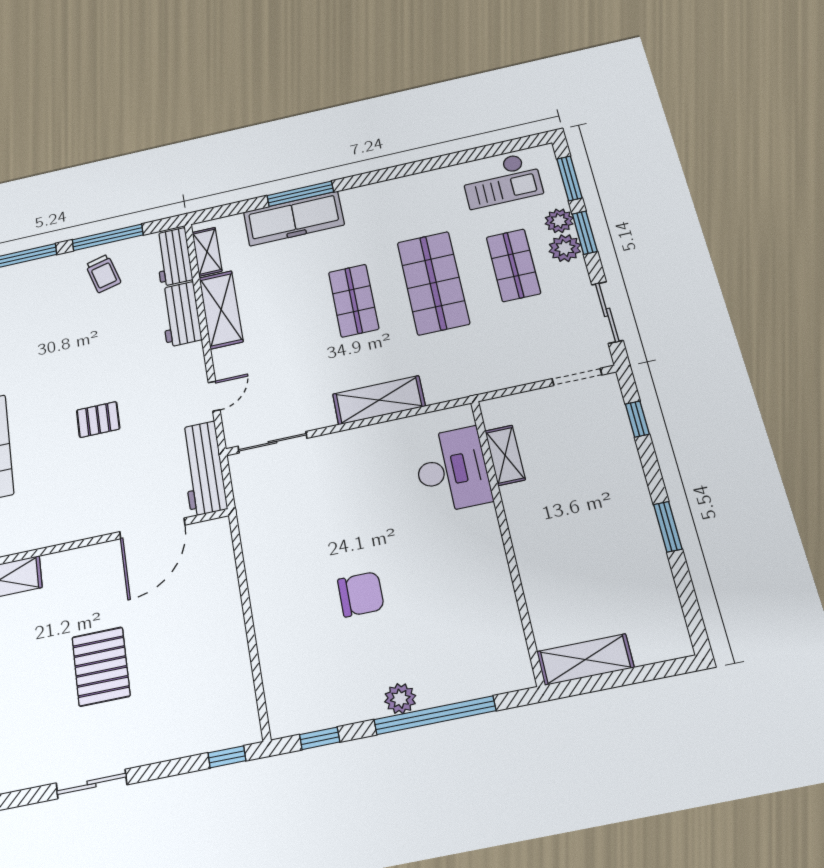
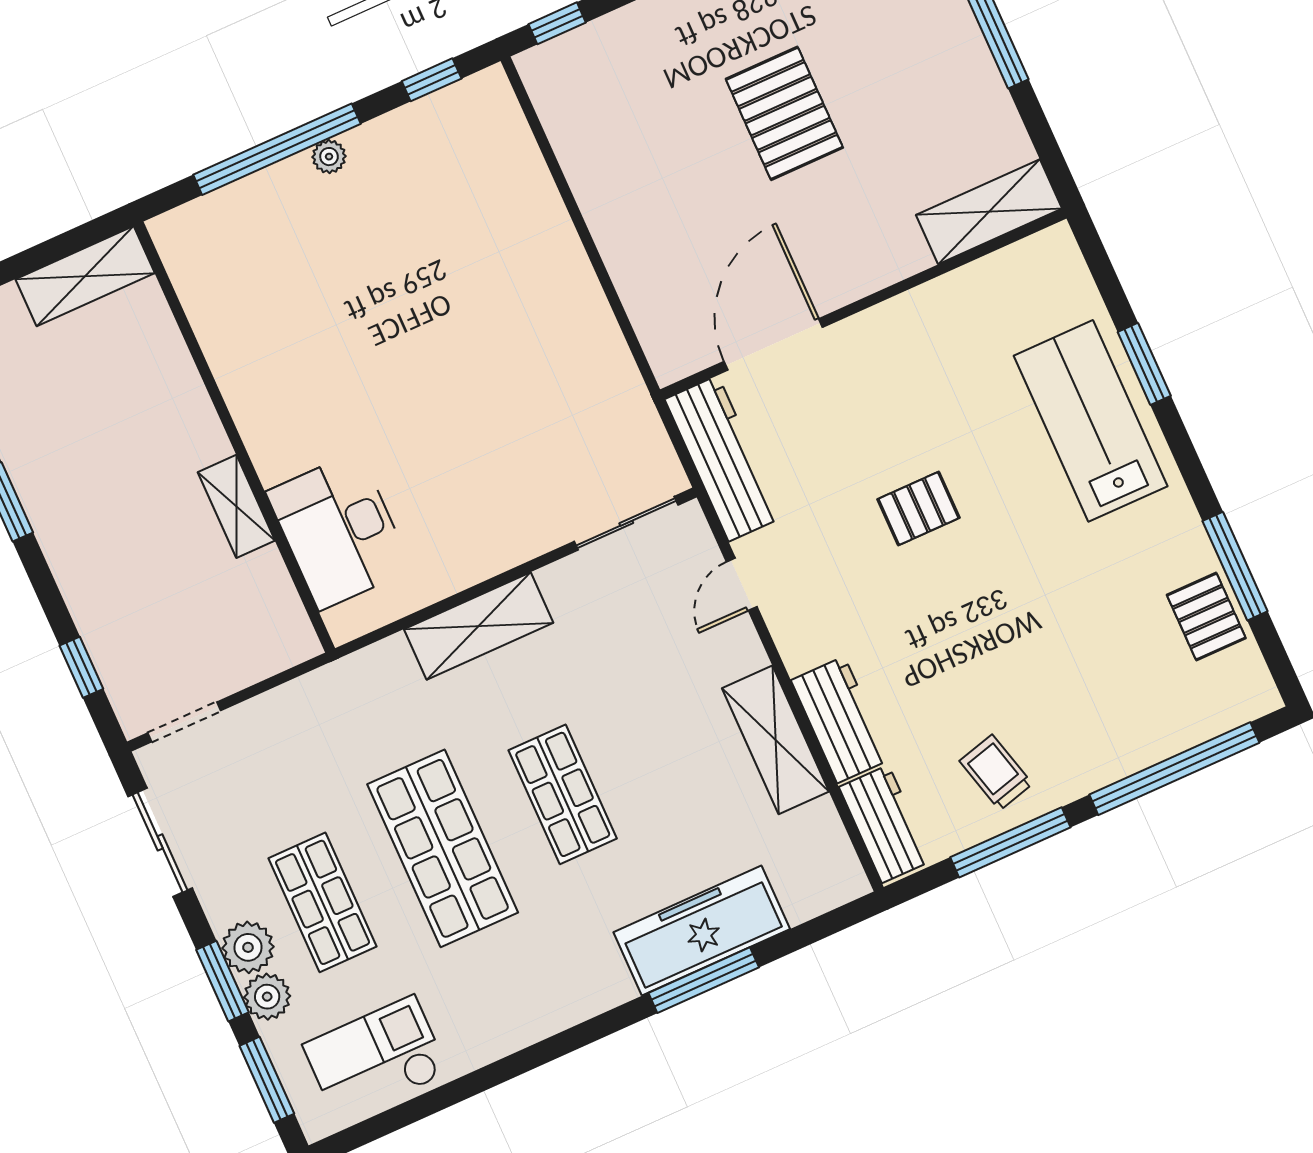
shelving: (207, 252) -> (830, 843), removed
shelving: (505, 455) -> (236, 506), moved
chair: (361, 594) -> (427, 306), removed
plant: (400, 699) -> (329, 157), width x0.73, depth x0.73

